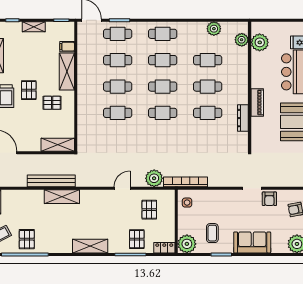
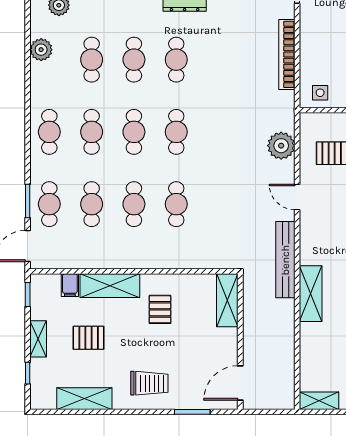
pallet: (29, 90) -> (89, 338), moved
bench: (51, 181) -> (285, 260), moved
bookcase: (185, 182) -> (287, 54), moved

